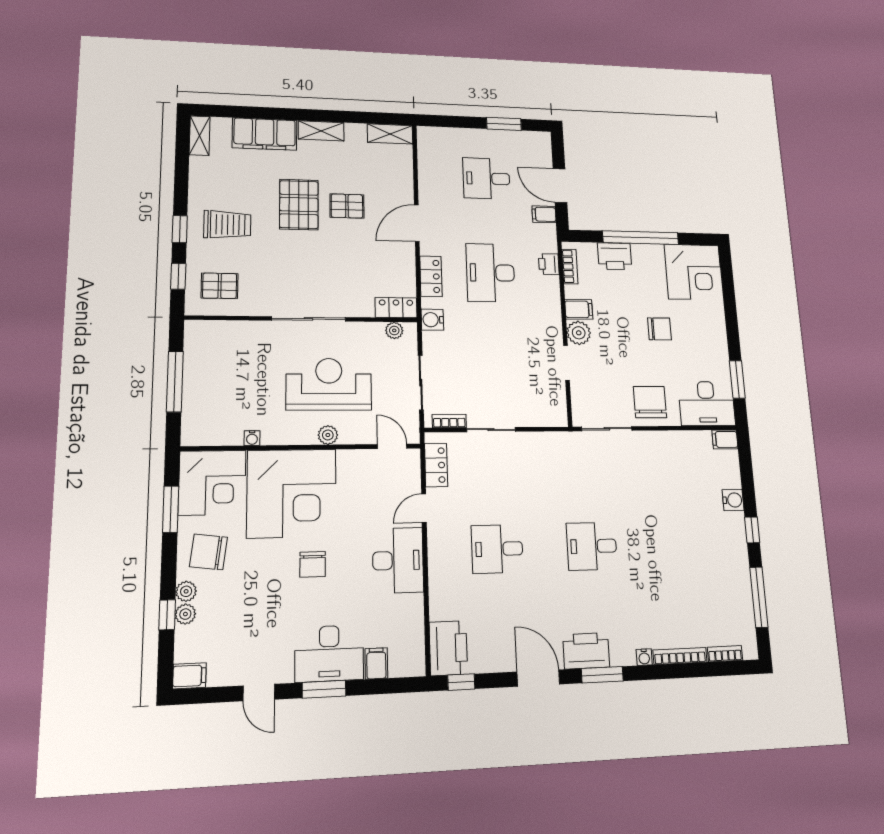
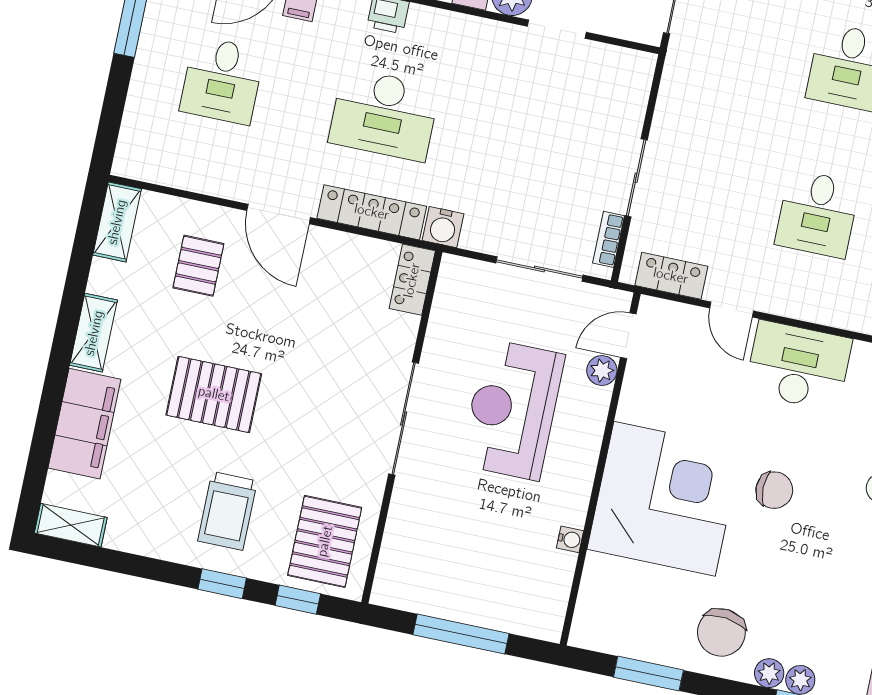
pallet: (347, 206) -> (198, 266), moved
trolley: (227, 225) -> (227, 511), turned 180
locker: (431, 276) -> (372, 212), width x1.53
pallet: (220, 286) -> (325, 541), width x1.50, depth x1.42
plant: (394, 330) -> (448, 291), removed
plant: (328, 435) -> (602, 371), moved
corner desk: (212, 483) -> (623, 609), removed

